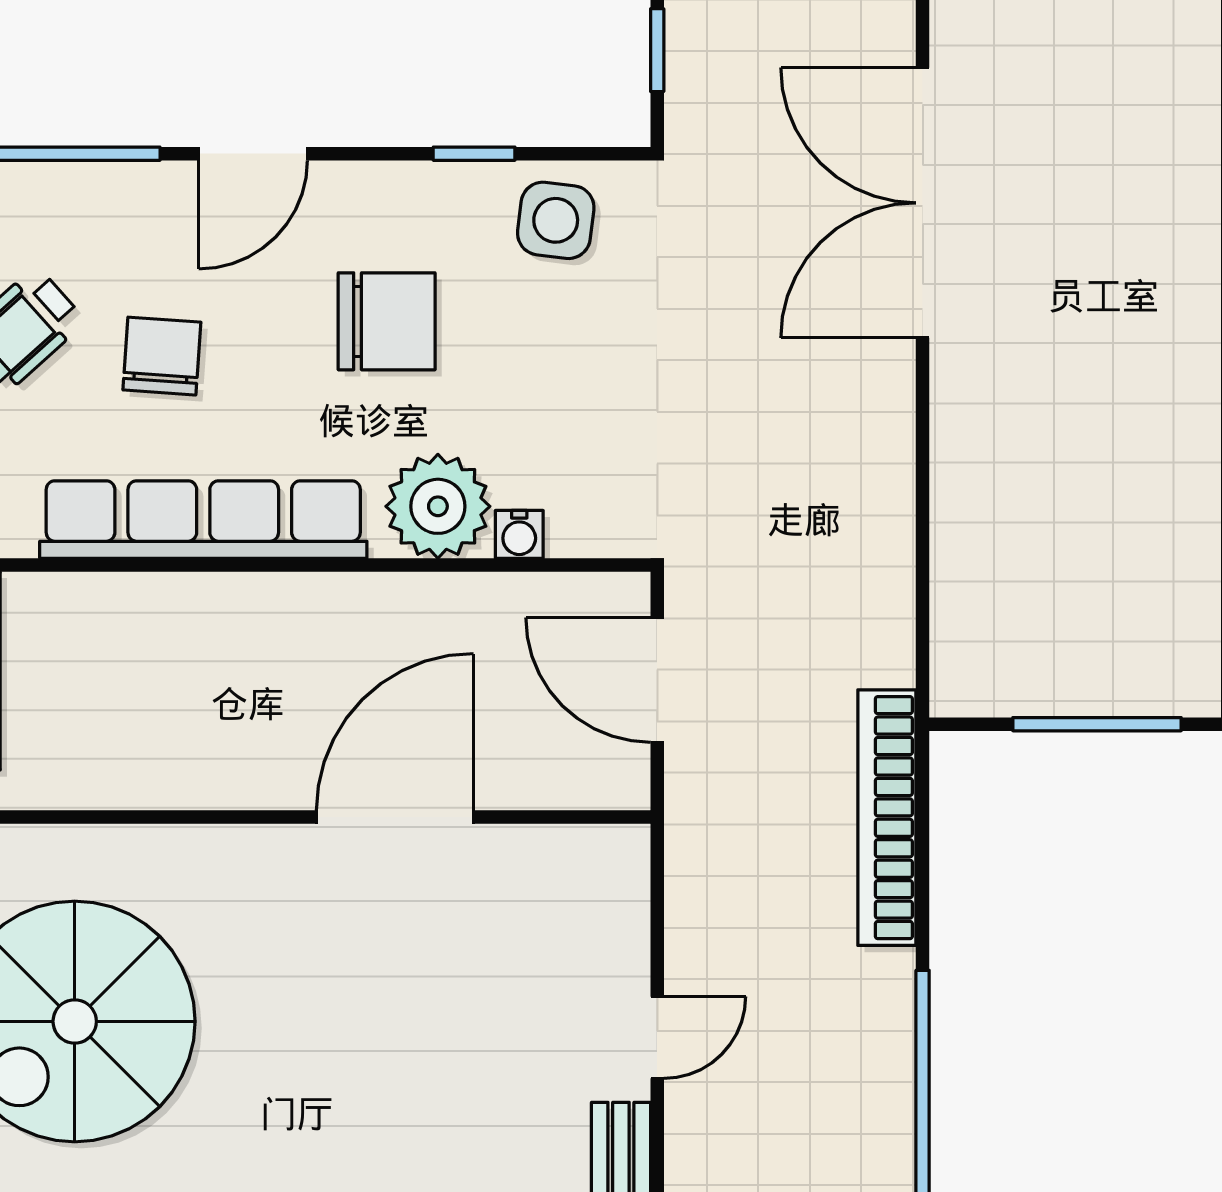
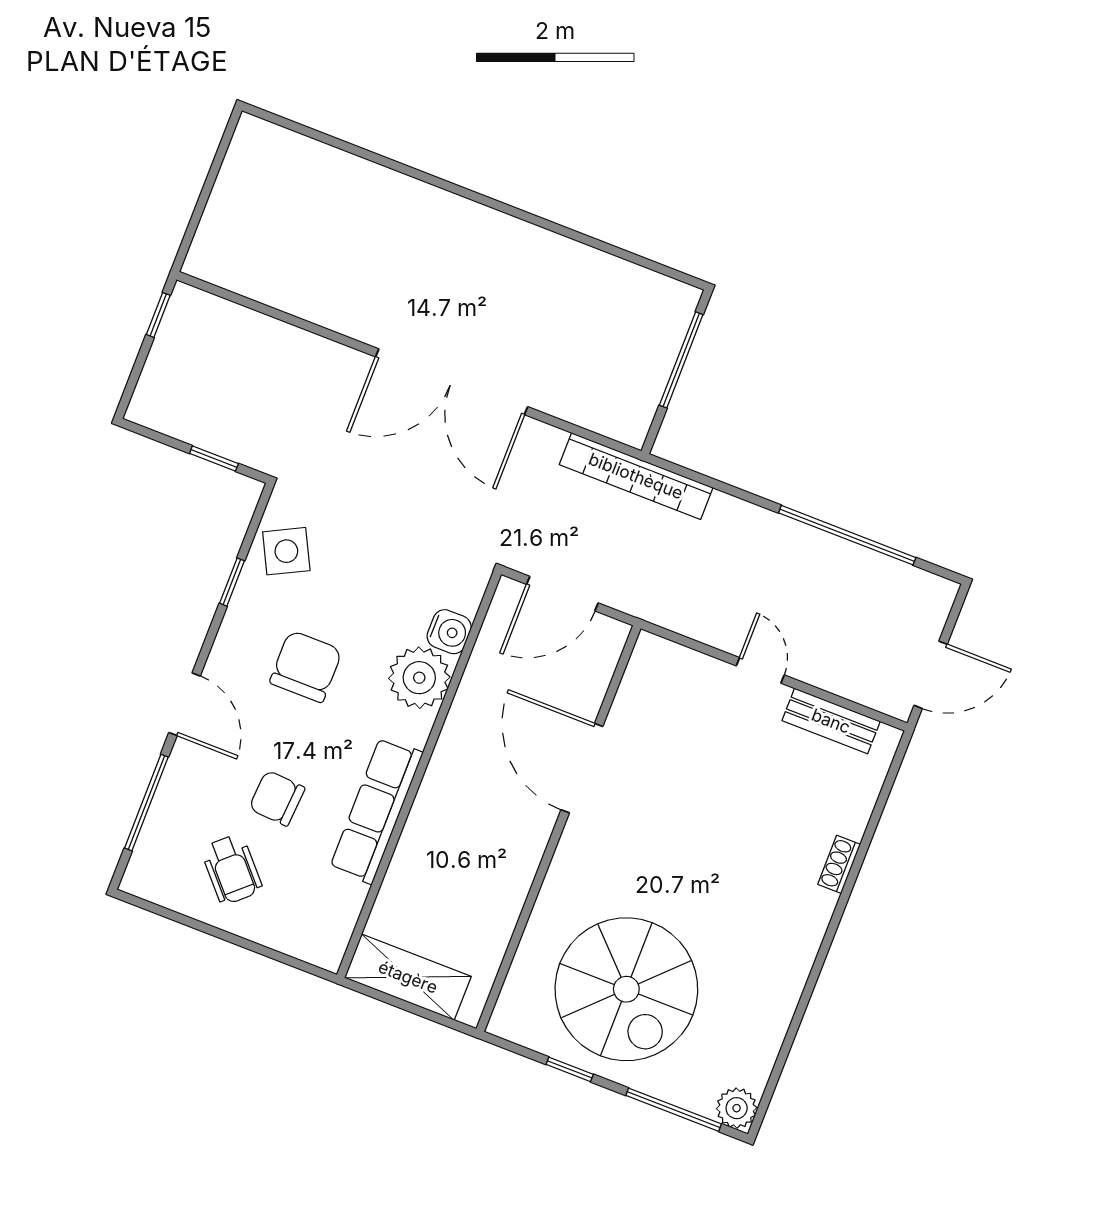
double door: (923, 203) -> (452, 382), moved
side table: (556, 220) -> (286, 551), turned -34
row of seats: (203, 520) -> (376, 810), width x0.73
water cooler: (519, 534) -> (449, 632), width x1.38, depth x1.38
bookcase: (887, 818) -> (636, 476), moved

